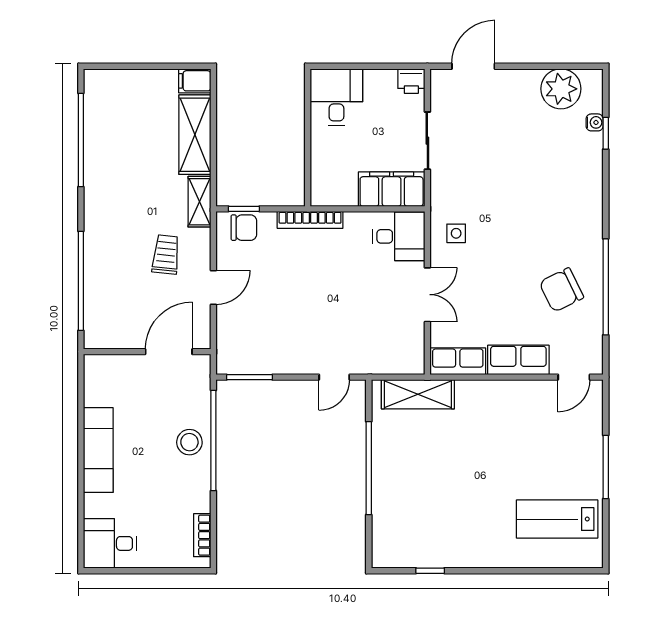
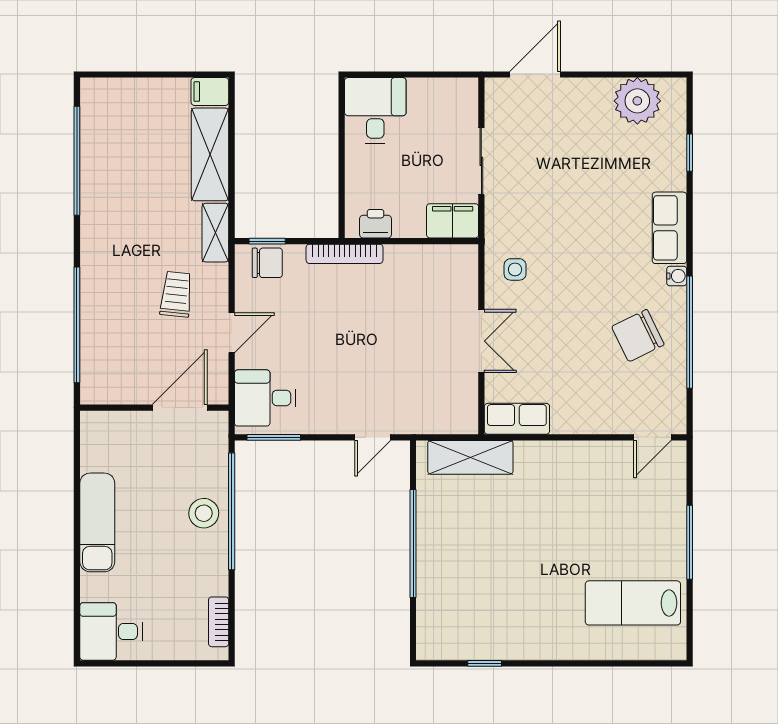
printer: (411, 81) -> (375, 224), moved, turned 180
water cooler: (595, 122) -> (677, 276), moved
filing cabinet: (392, 189) -> (453, 221), width x0.67, depth x0.86
desk: (399, 236) -> (265, 398), moved, turned 180
row of seats: (518, 360) -> (669, 228), moved, turned -90

